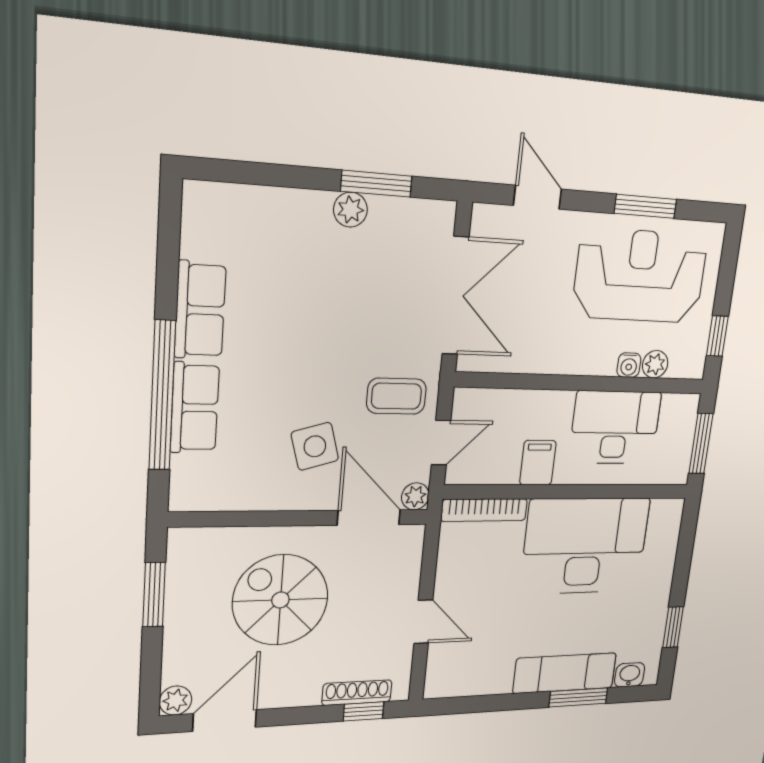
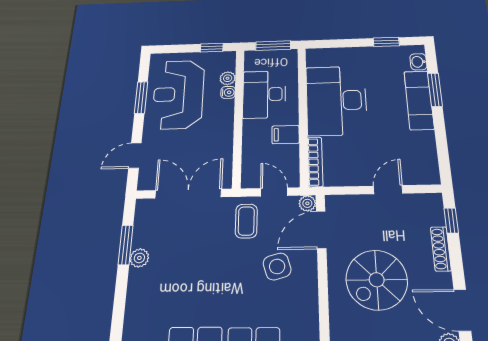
shoe rack: (357, 693) -> (441, 249), moved

